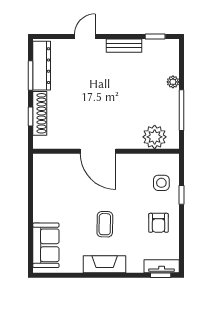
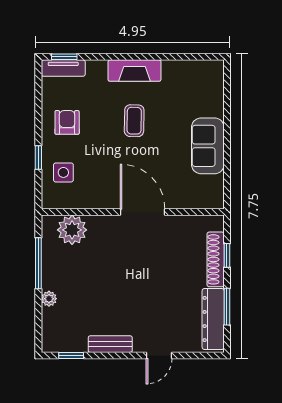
sofa: (46, 245) -> (208, 146), moved

